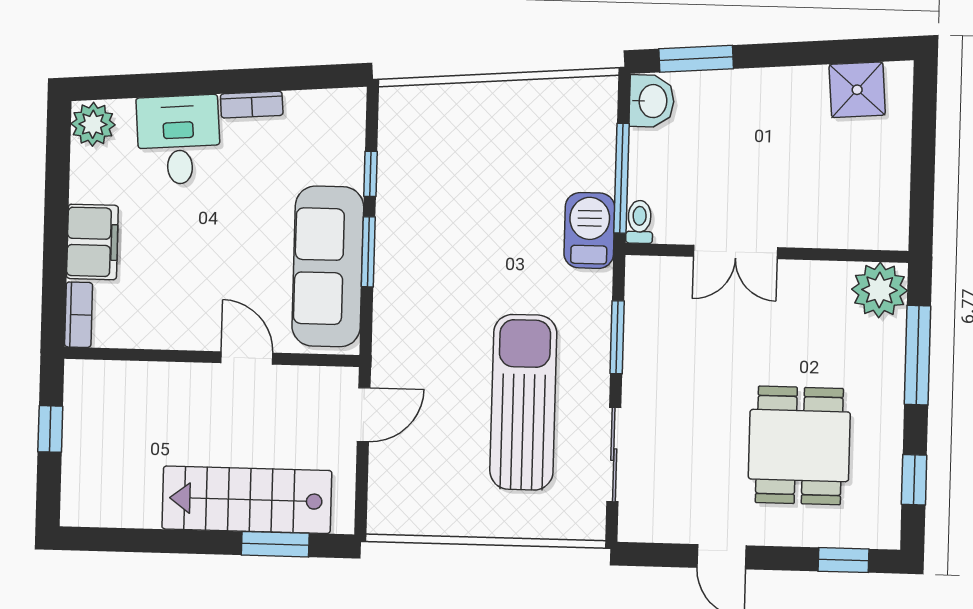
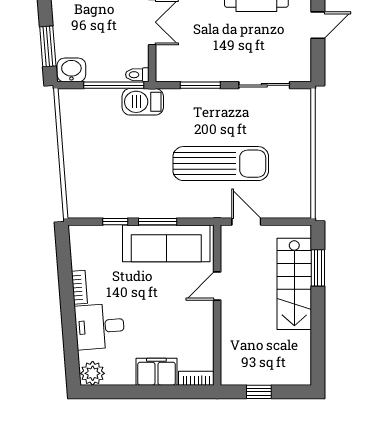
sun lounger: (523, 402) -> (221, 164), moved, turned 180

